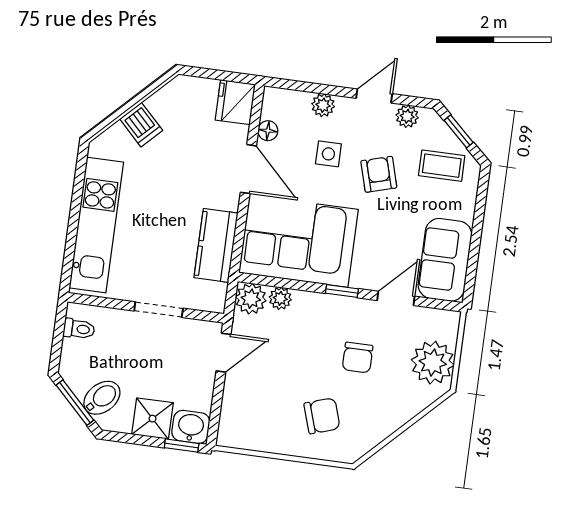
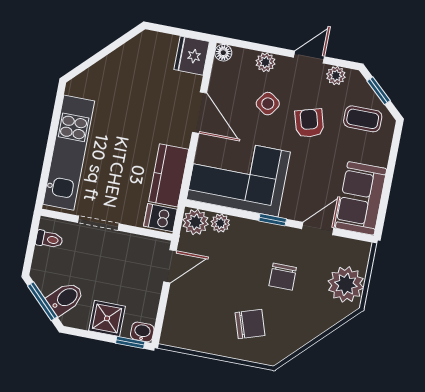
dishwasher: (141, 125) -> (160, 218), moved, turned 135
floor lamp: (268, 131) -> (223, 53), moved
side table: (328, 154) -> (268, 104), turned 35
doorway: (159, 310) -> (98, 223), moved
washbasin: (191, 427) -> (142, 332), width x0.72, depth x0.69

